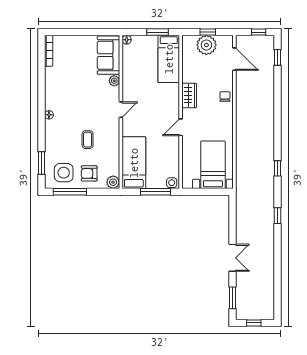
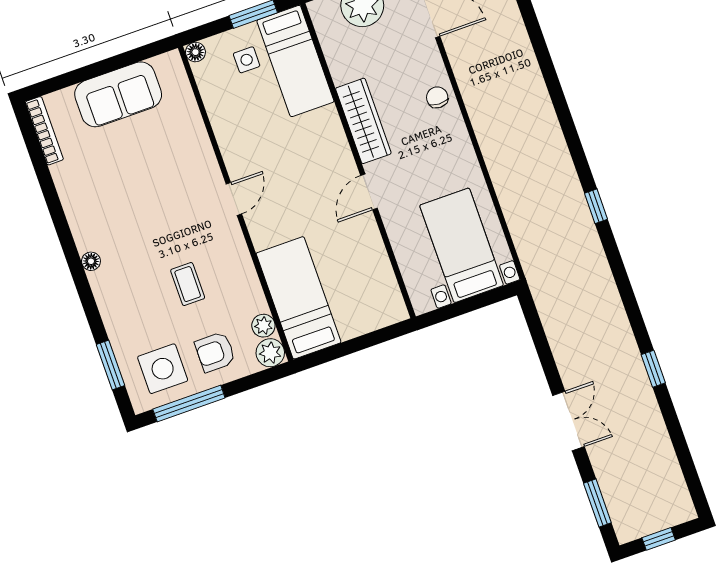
sofa: (108, 55) -> (118, 94), moved, turned -90
plant: (114, 81) -> (263, 326), moved
wardrobe: (189, 95) -> (363, 121), width x1.50
side table: (172, 183) -> (247, 60), moved
window: (156, 192) -> (364, 342), removed
window: (277, 216) -> (653, 369), moved

